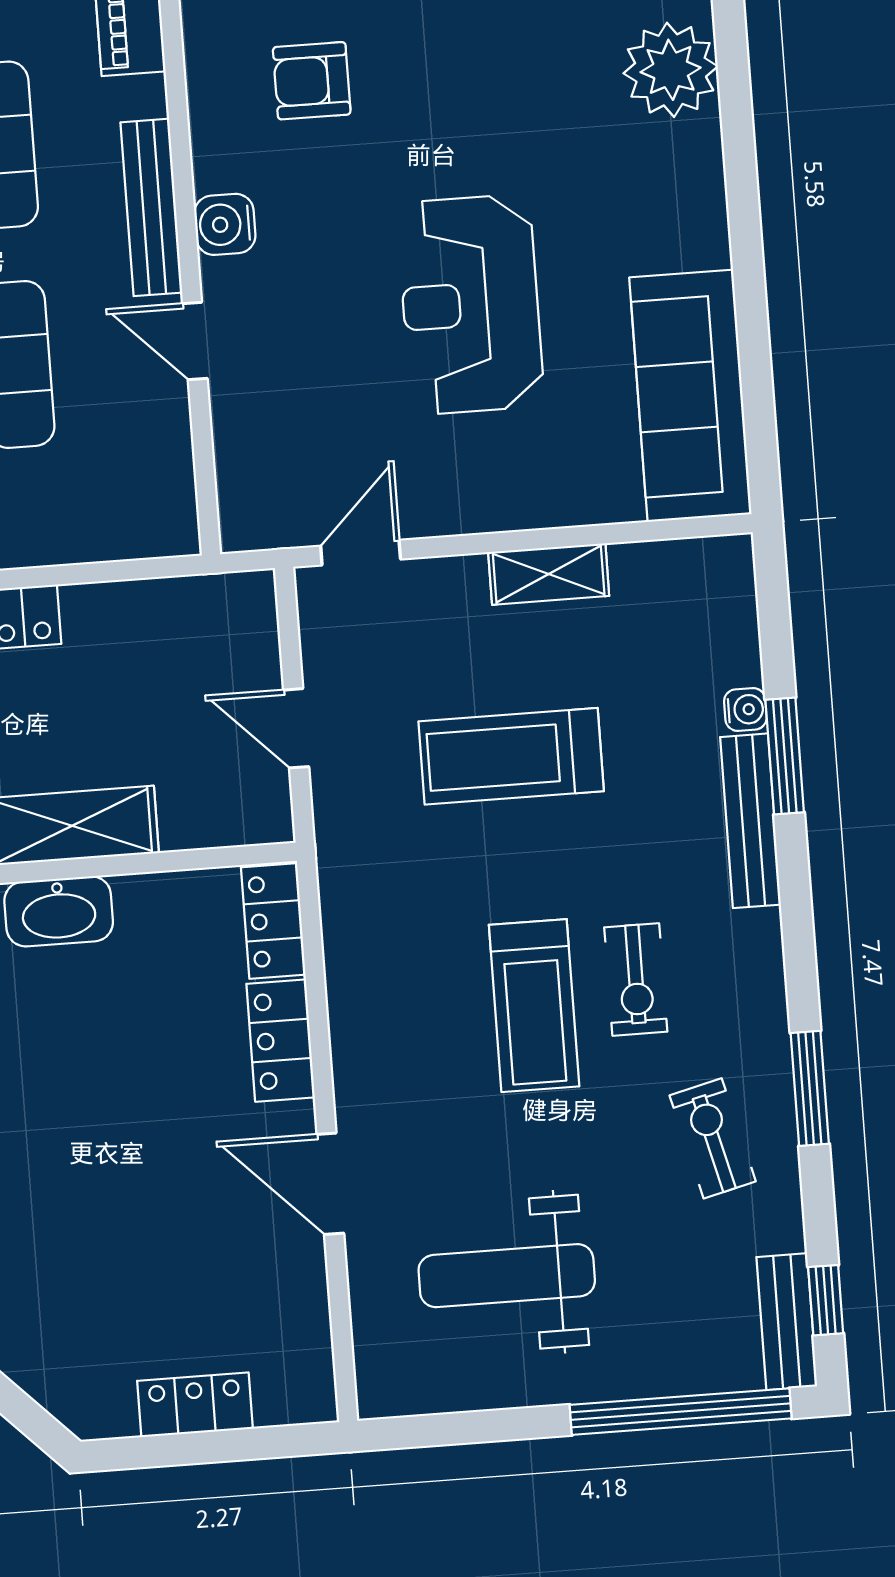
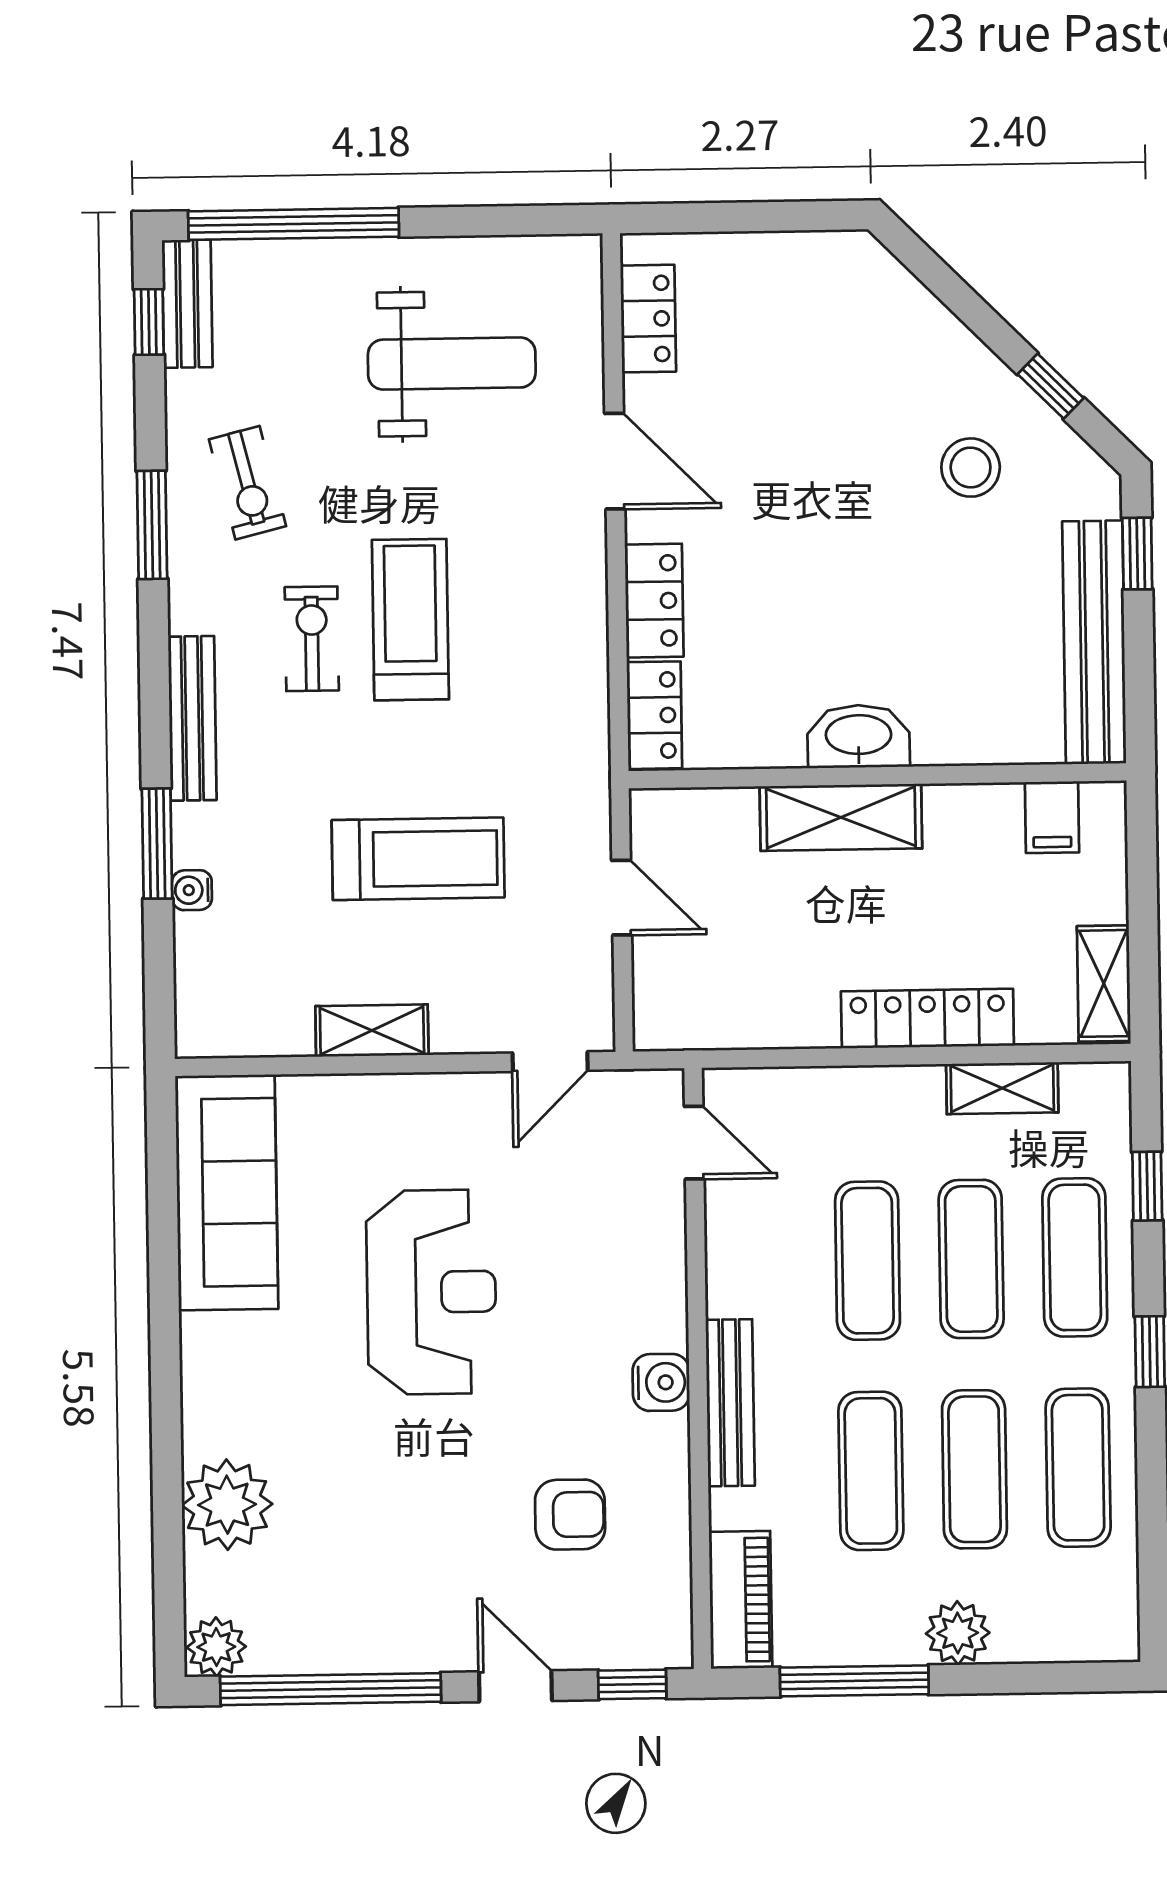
door: (195, 341) -> (694, 1143), moved
bench: (750, 821) -> (192, 718), moved
locker: (195, 1405) -> (648, 319), moved, turned -90

